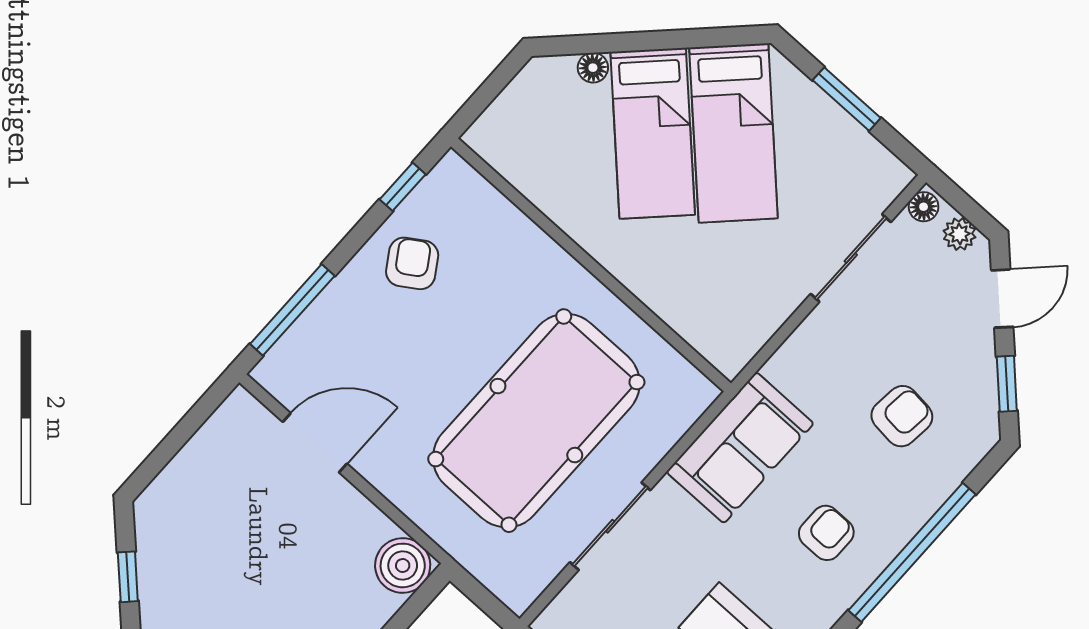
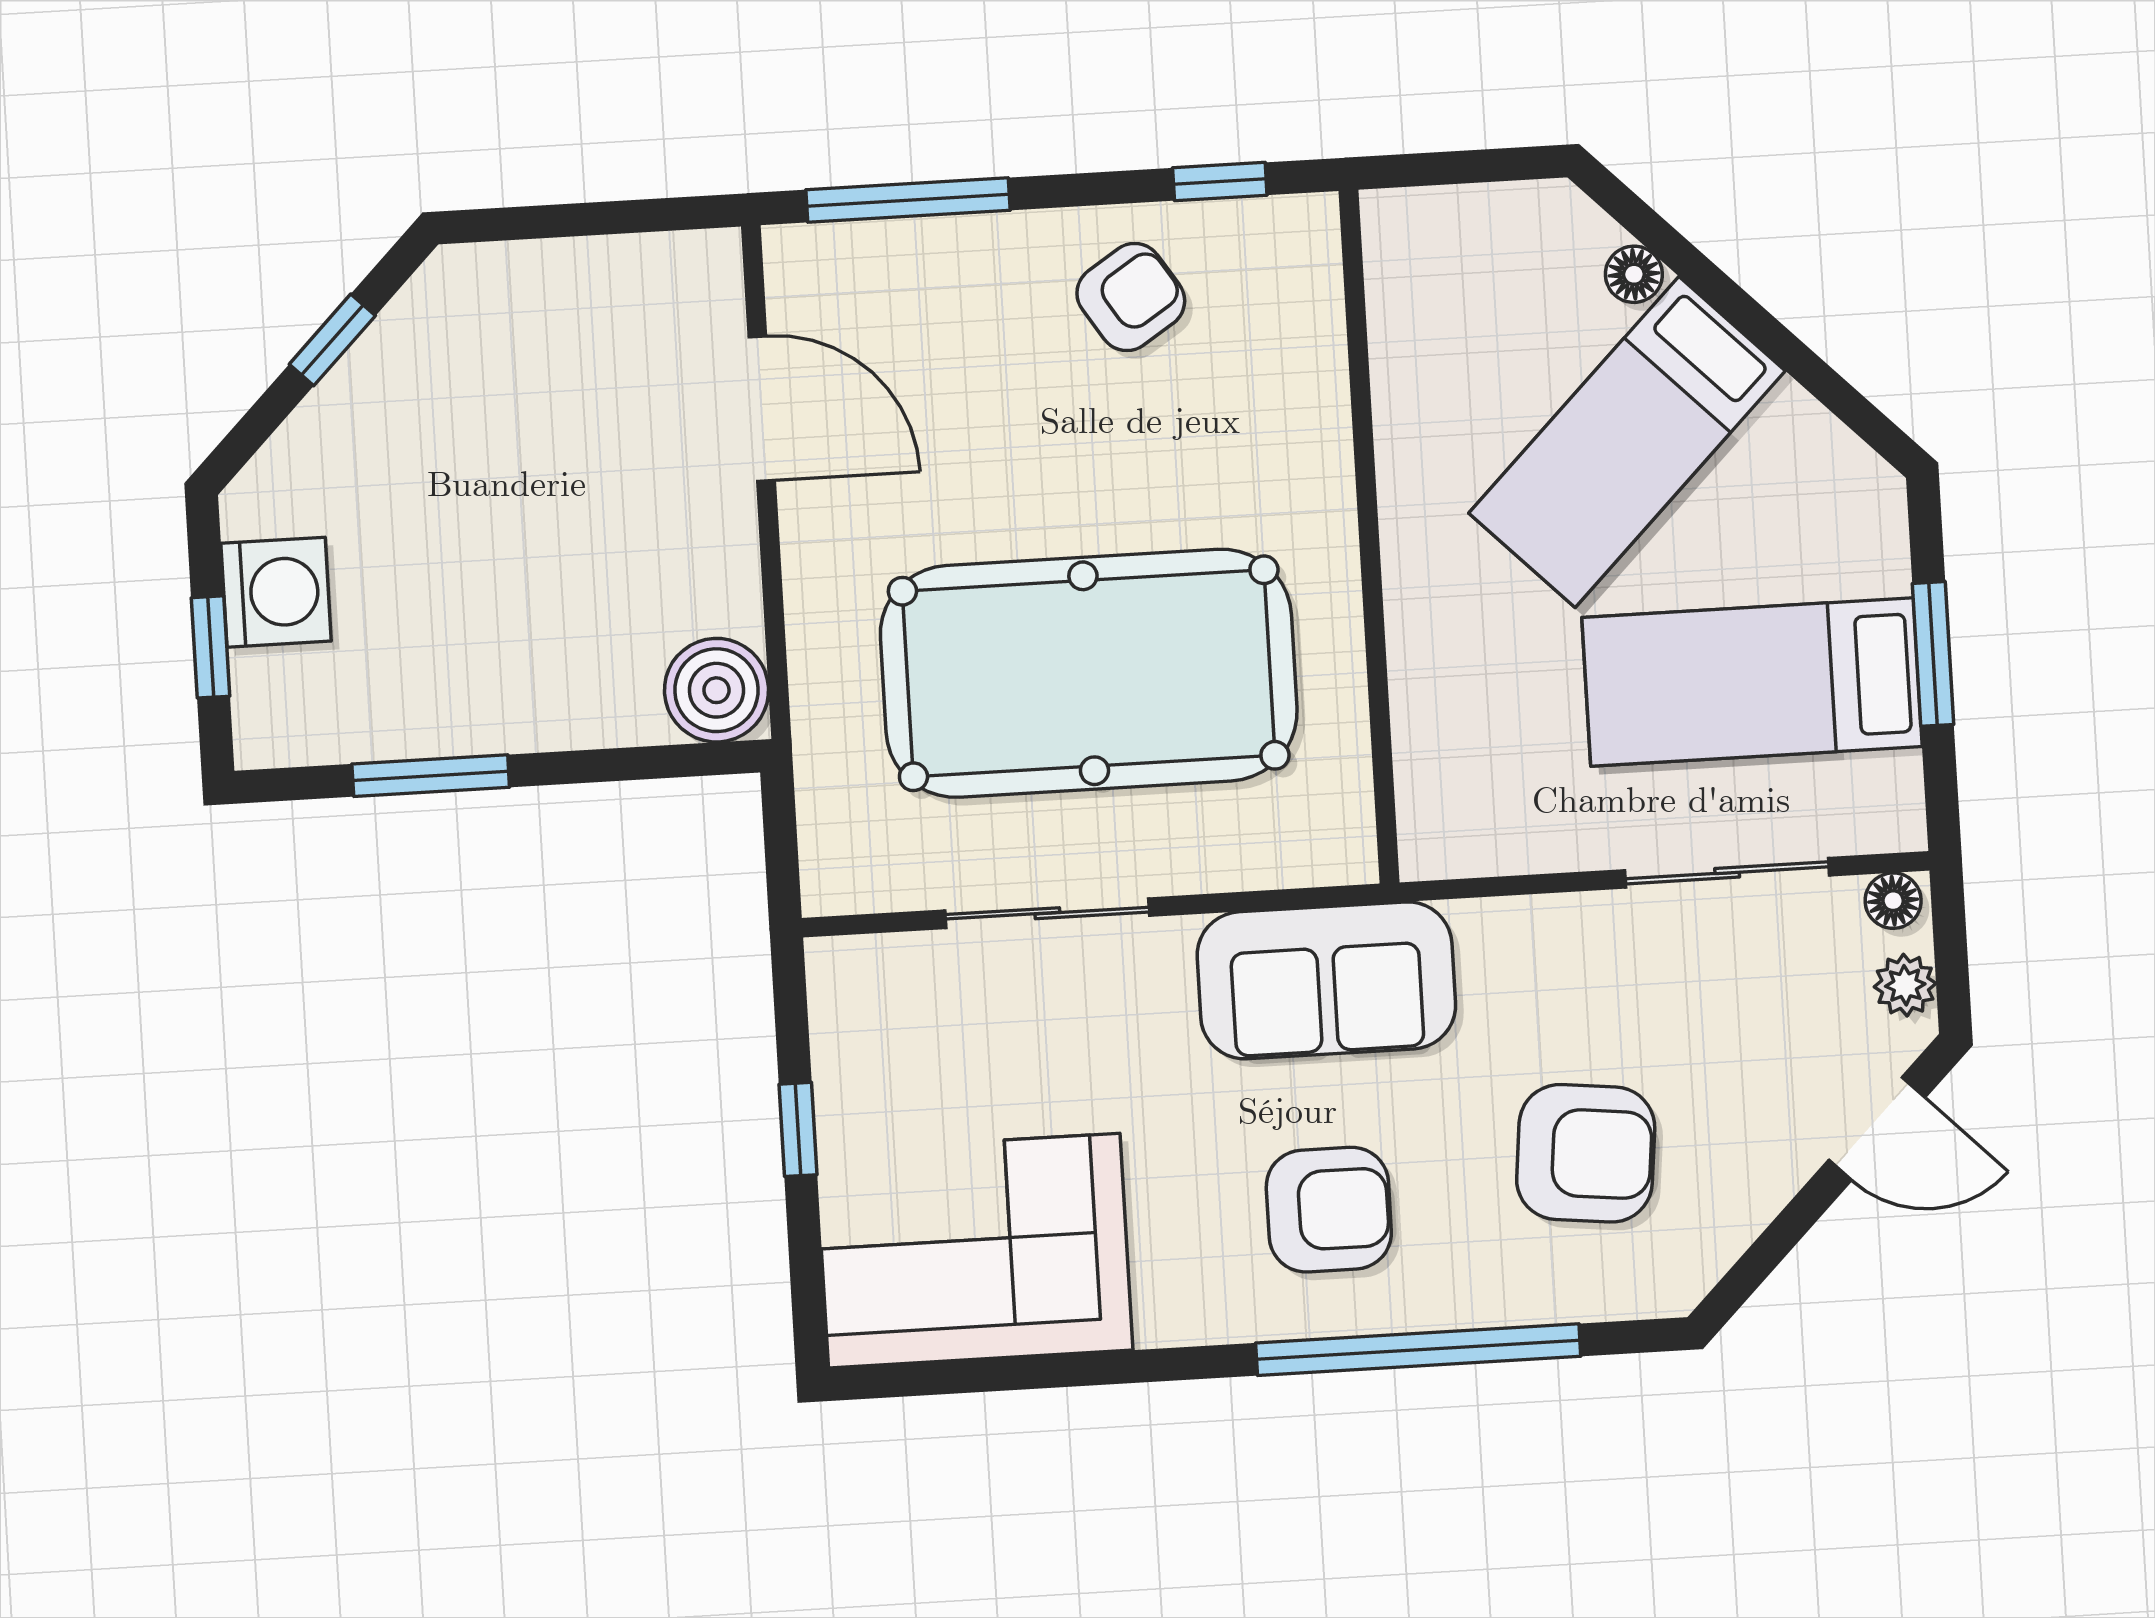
bed: (733, 133) -> (1752, 682), moved, turned 45
window: (1007, 384) -> (1770, 1249), removed
armchair: (902, 416) -> (1586, 1153), width x1.38, depth x1.38
armchair: (826, 533) -> (1329, 1210), width x1.38, depth x1.38

